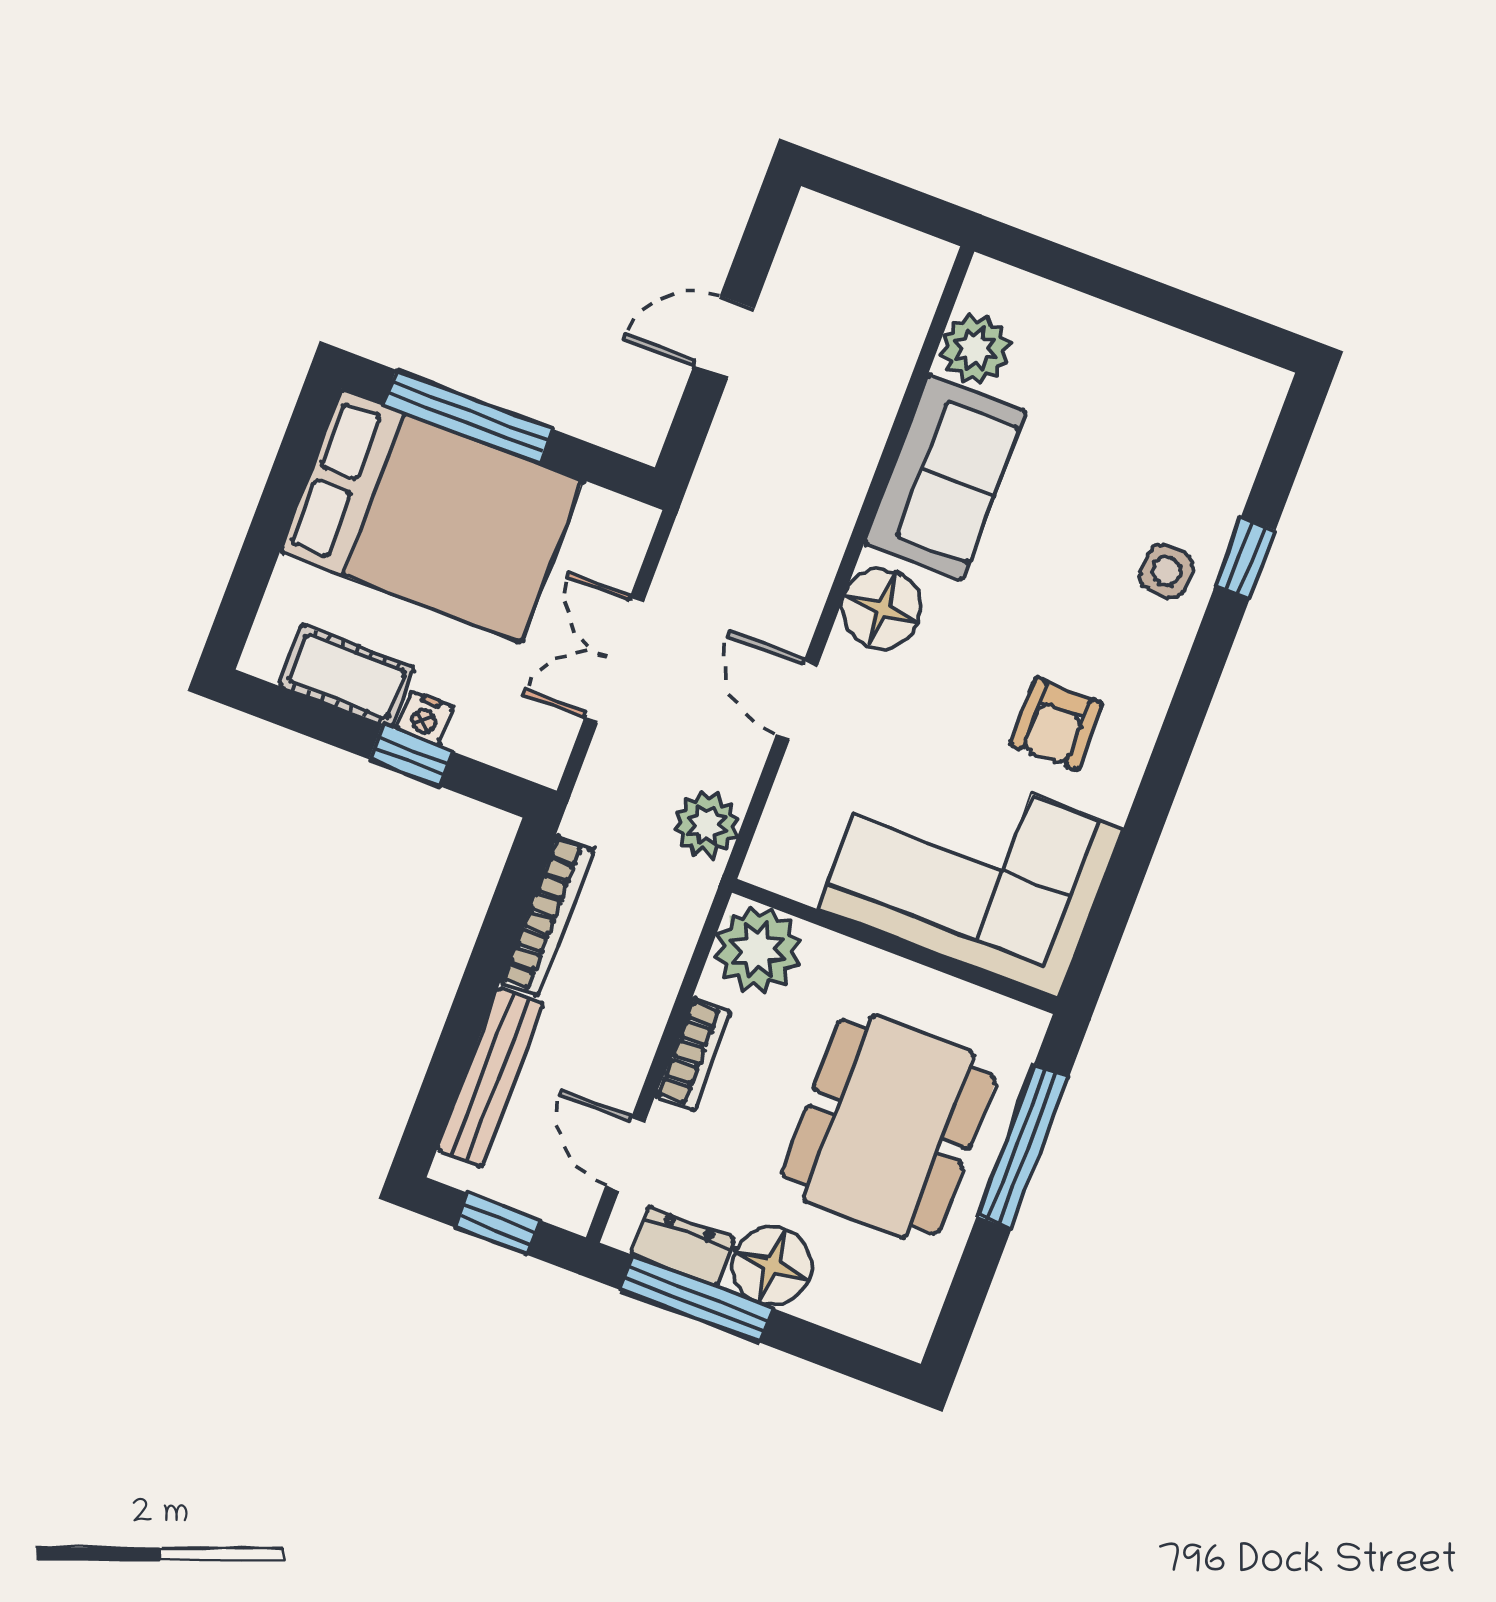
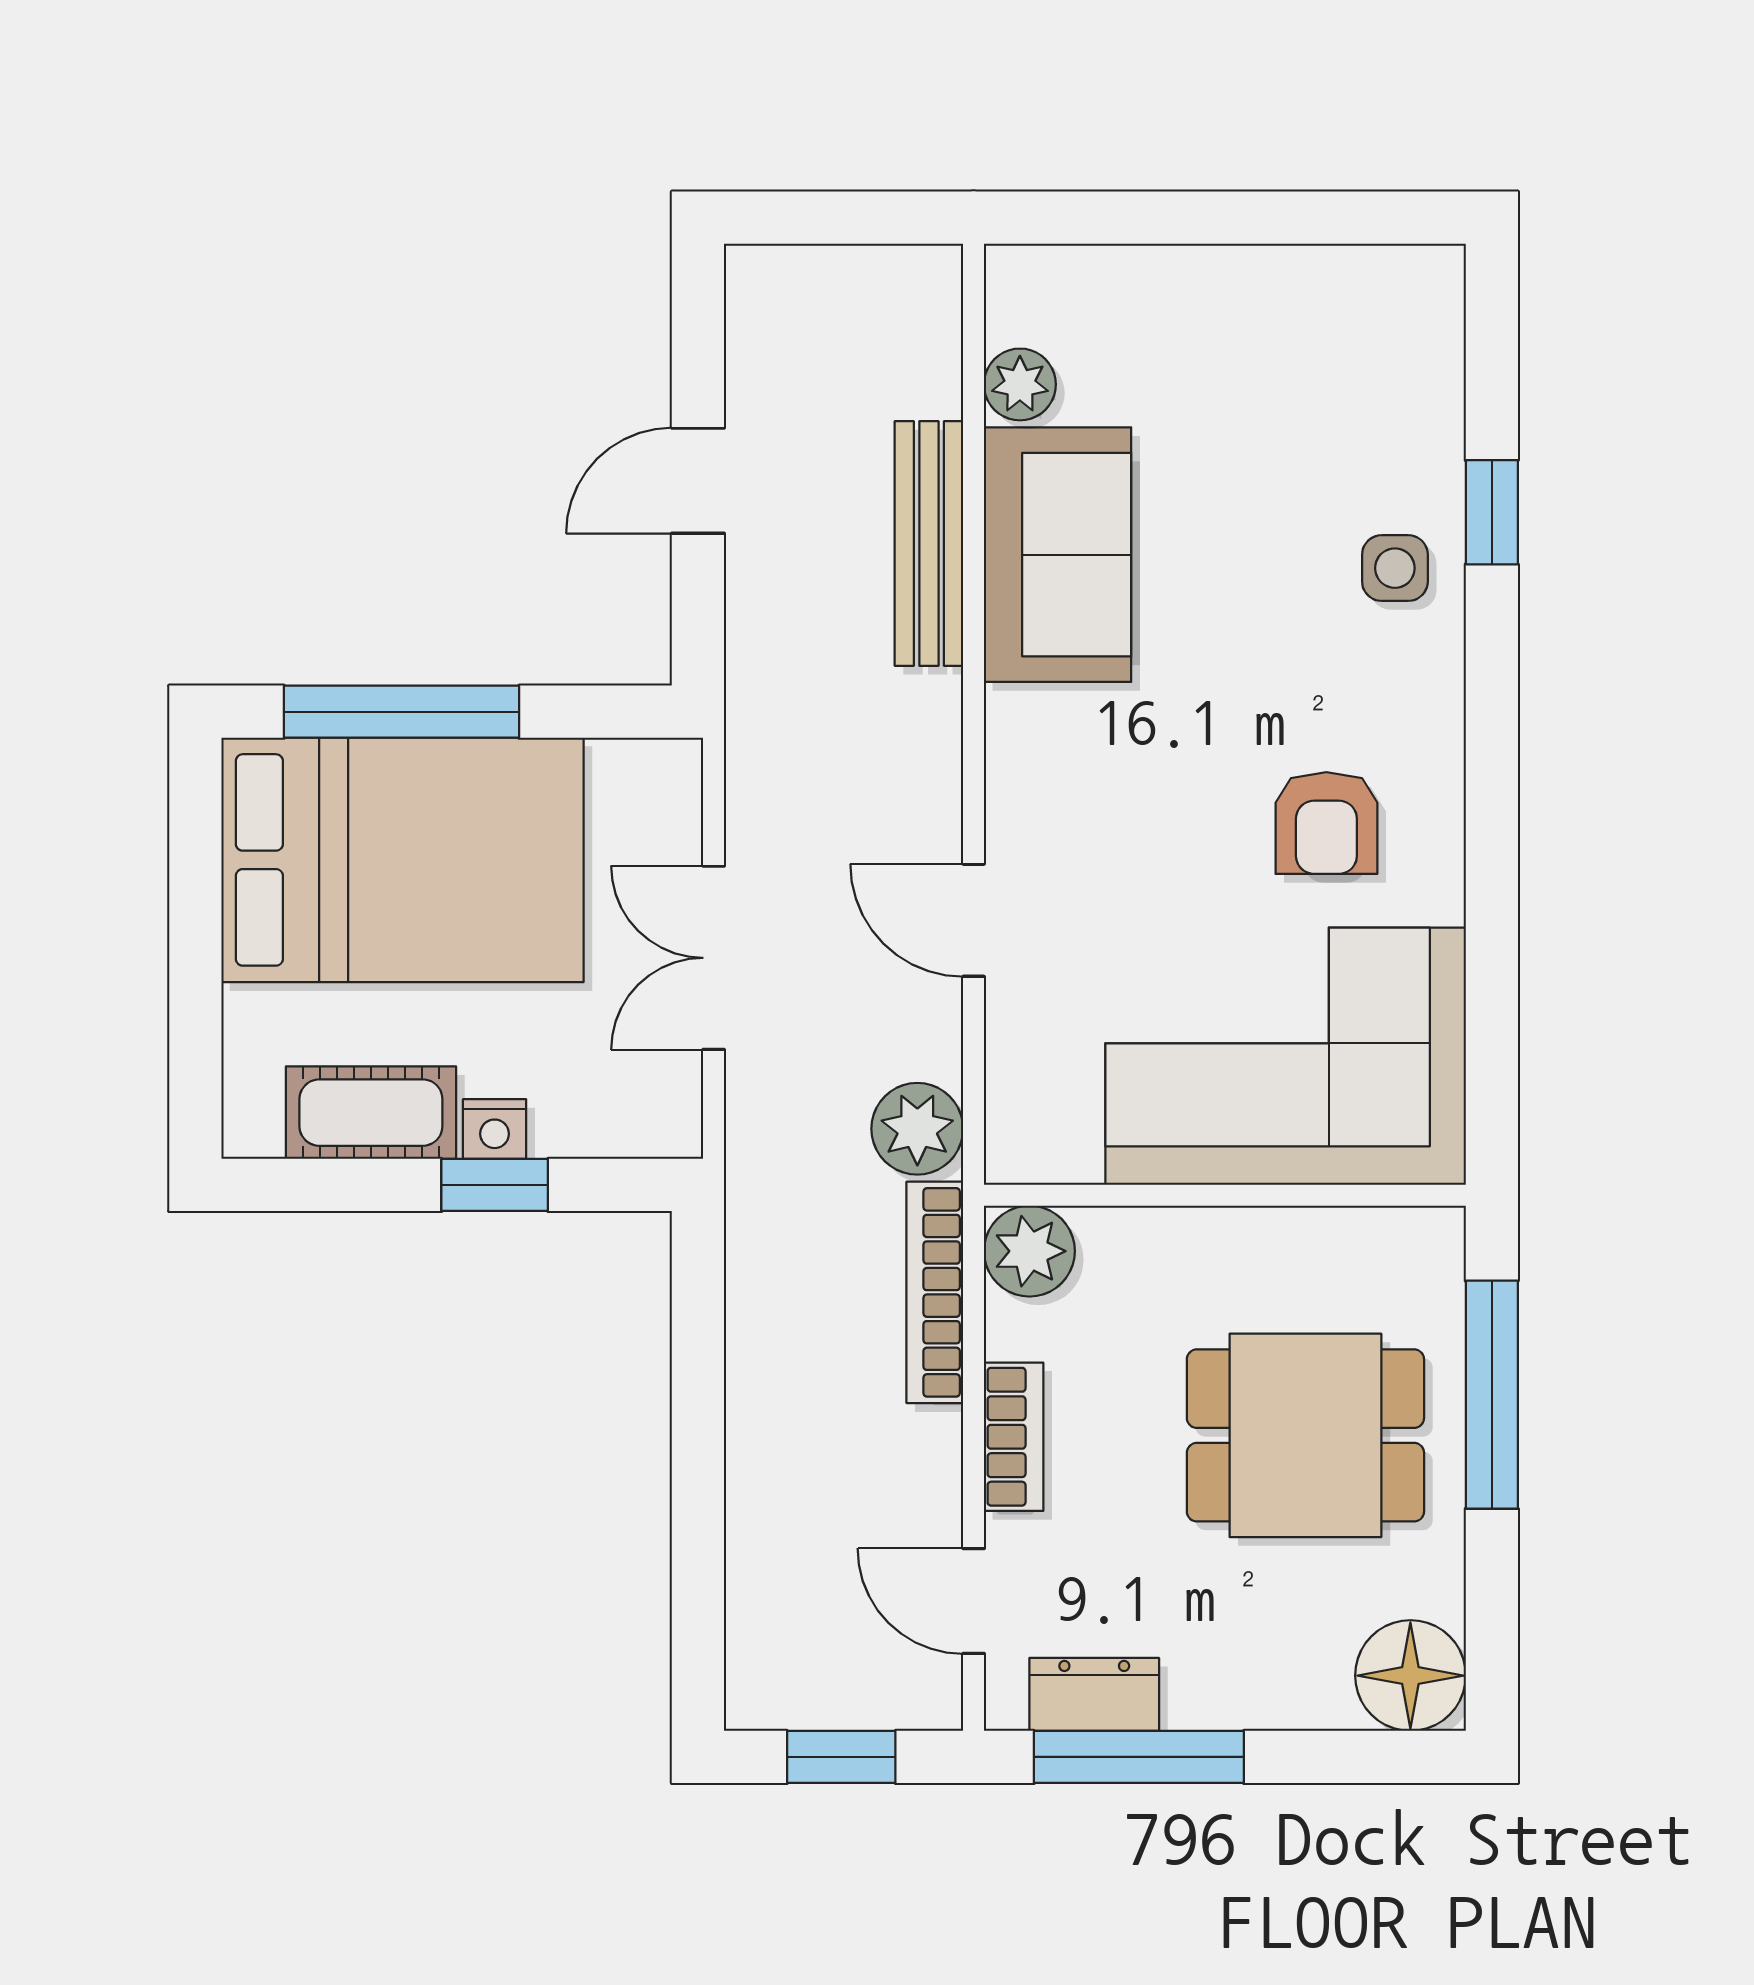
plant: (975, 349) -> (1020, 384), width x0.73, depth x0.73
floor lamp: (882, 609) -> (1040, 759), removed
bookcase: (547, 916) -> (935, 1292), moved, turned 180
plant: (758, 950) -> (1029, 1251), width x0.73, depth x0.73
bench: (490, 1077) -> (929, 543), moved
dining table: (888, 1127) -> (1305, 1435), width x0.73
floor lamp: (772, 1266) -> (1410, 1676), moved

